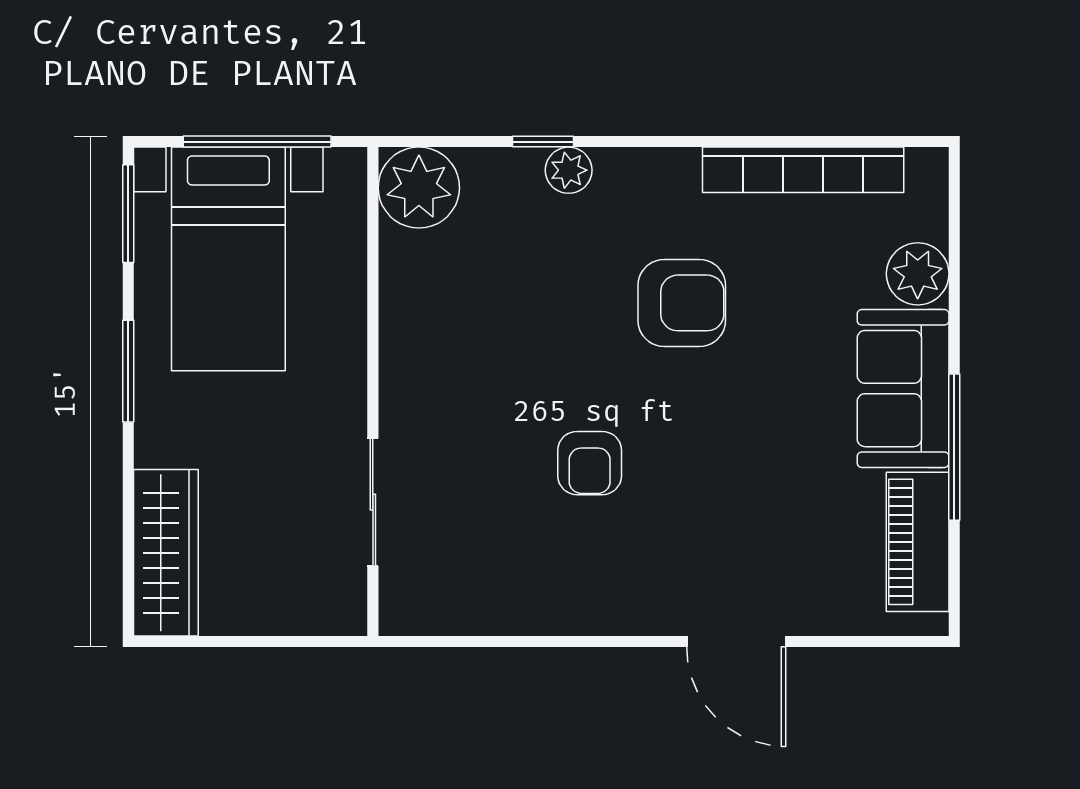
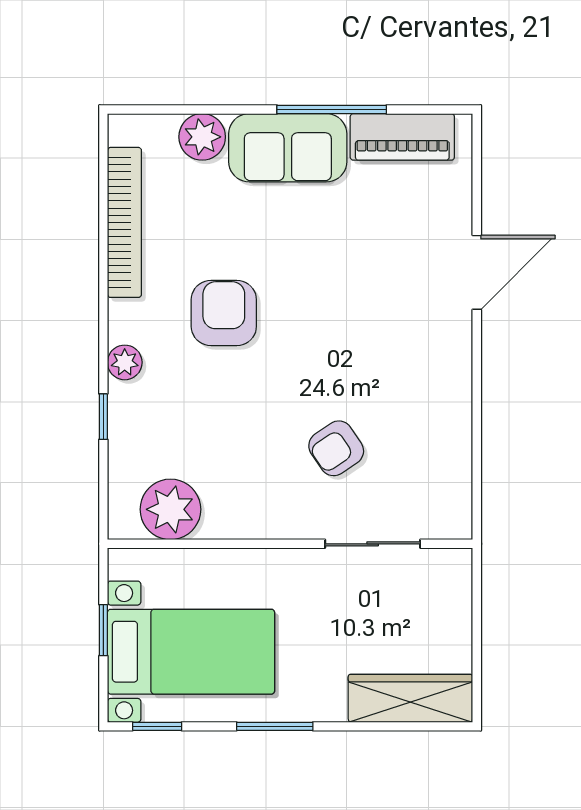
window: (257, 142) -> (103, 630), width x0.46
plant: (569, 170) -> (125, 362), moved
plant: (419, 188) -> (170, 509), moved
window: (128, 214) -> (157, 726), width x0.67
armchair: (590, 463) -> (336, 448), moved, turned 146

